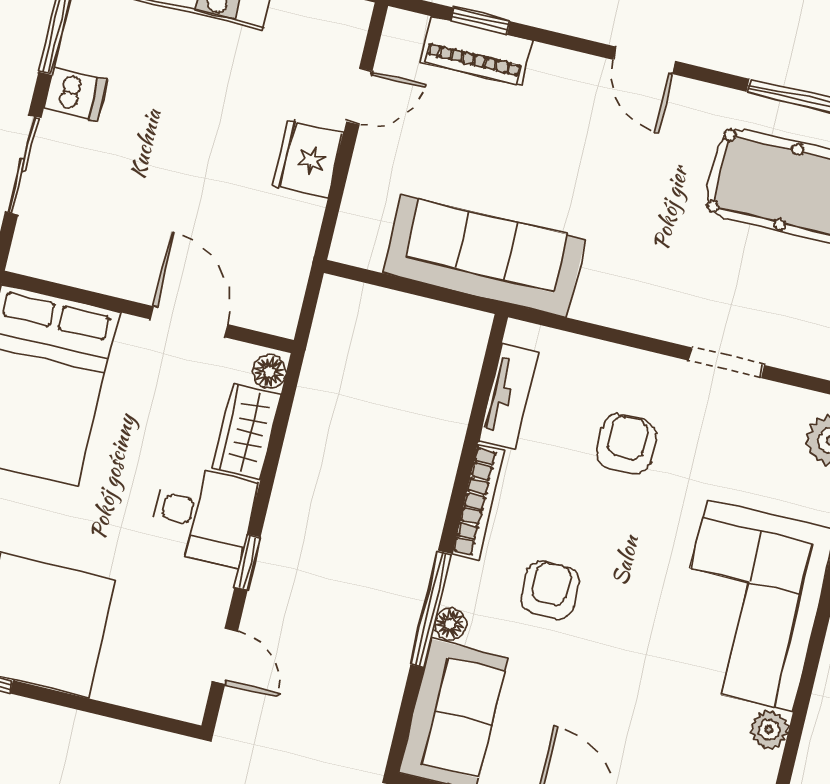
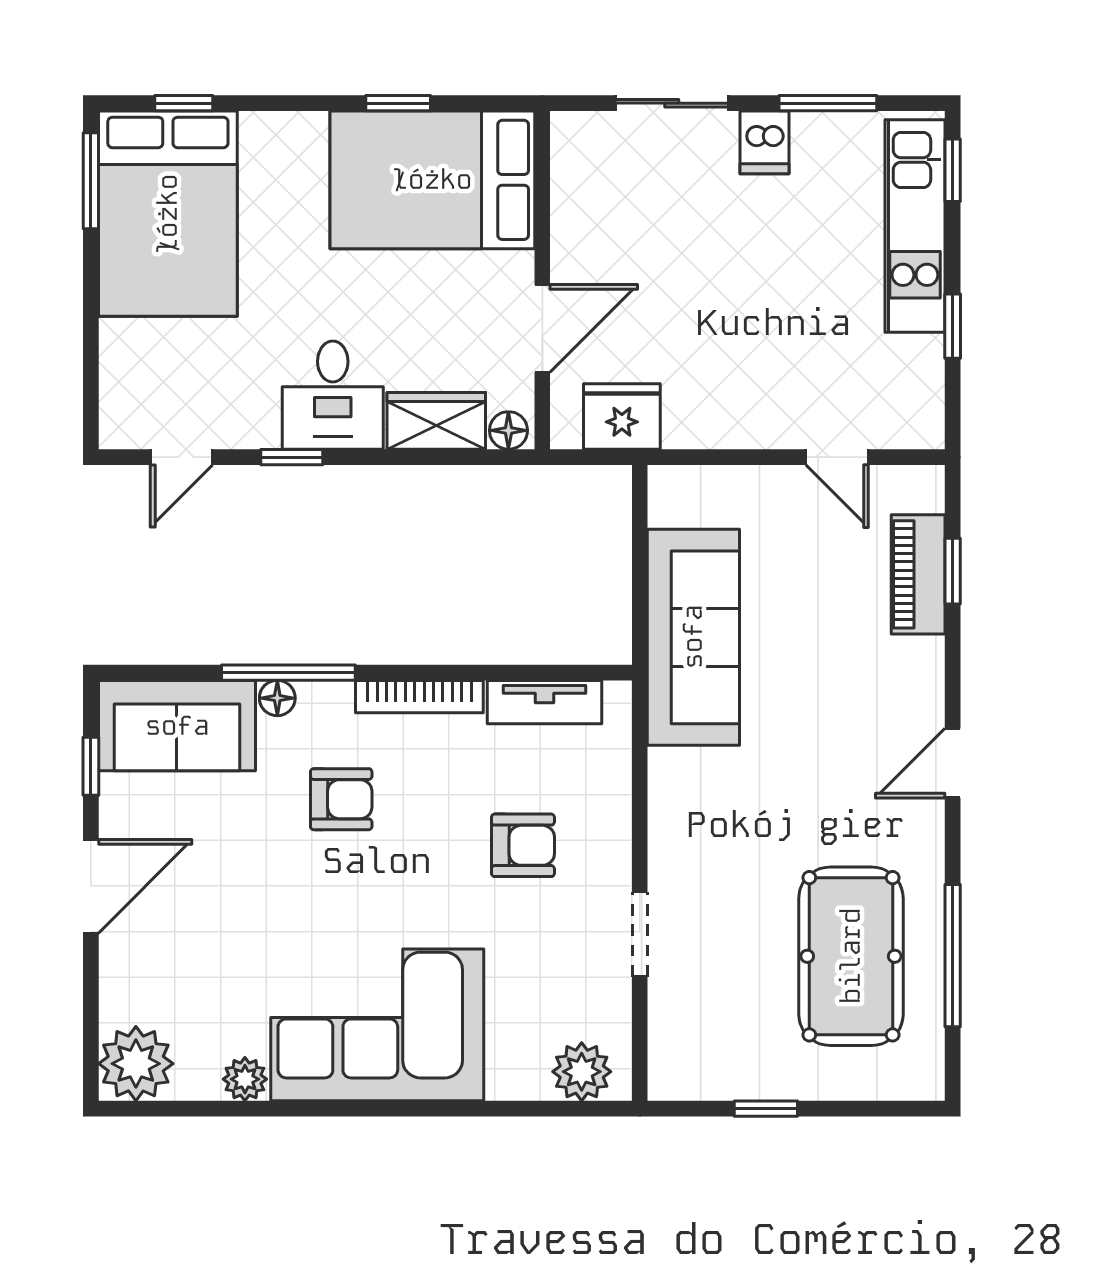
fridge: (308, 159) -> (622, 417), moved

